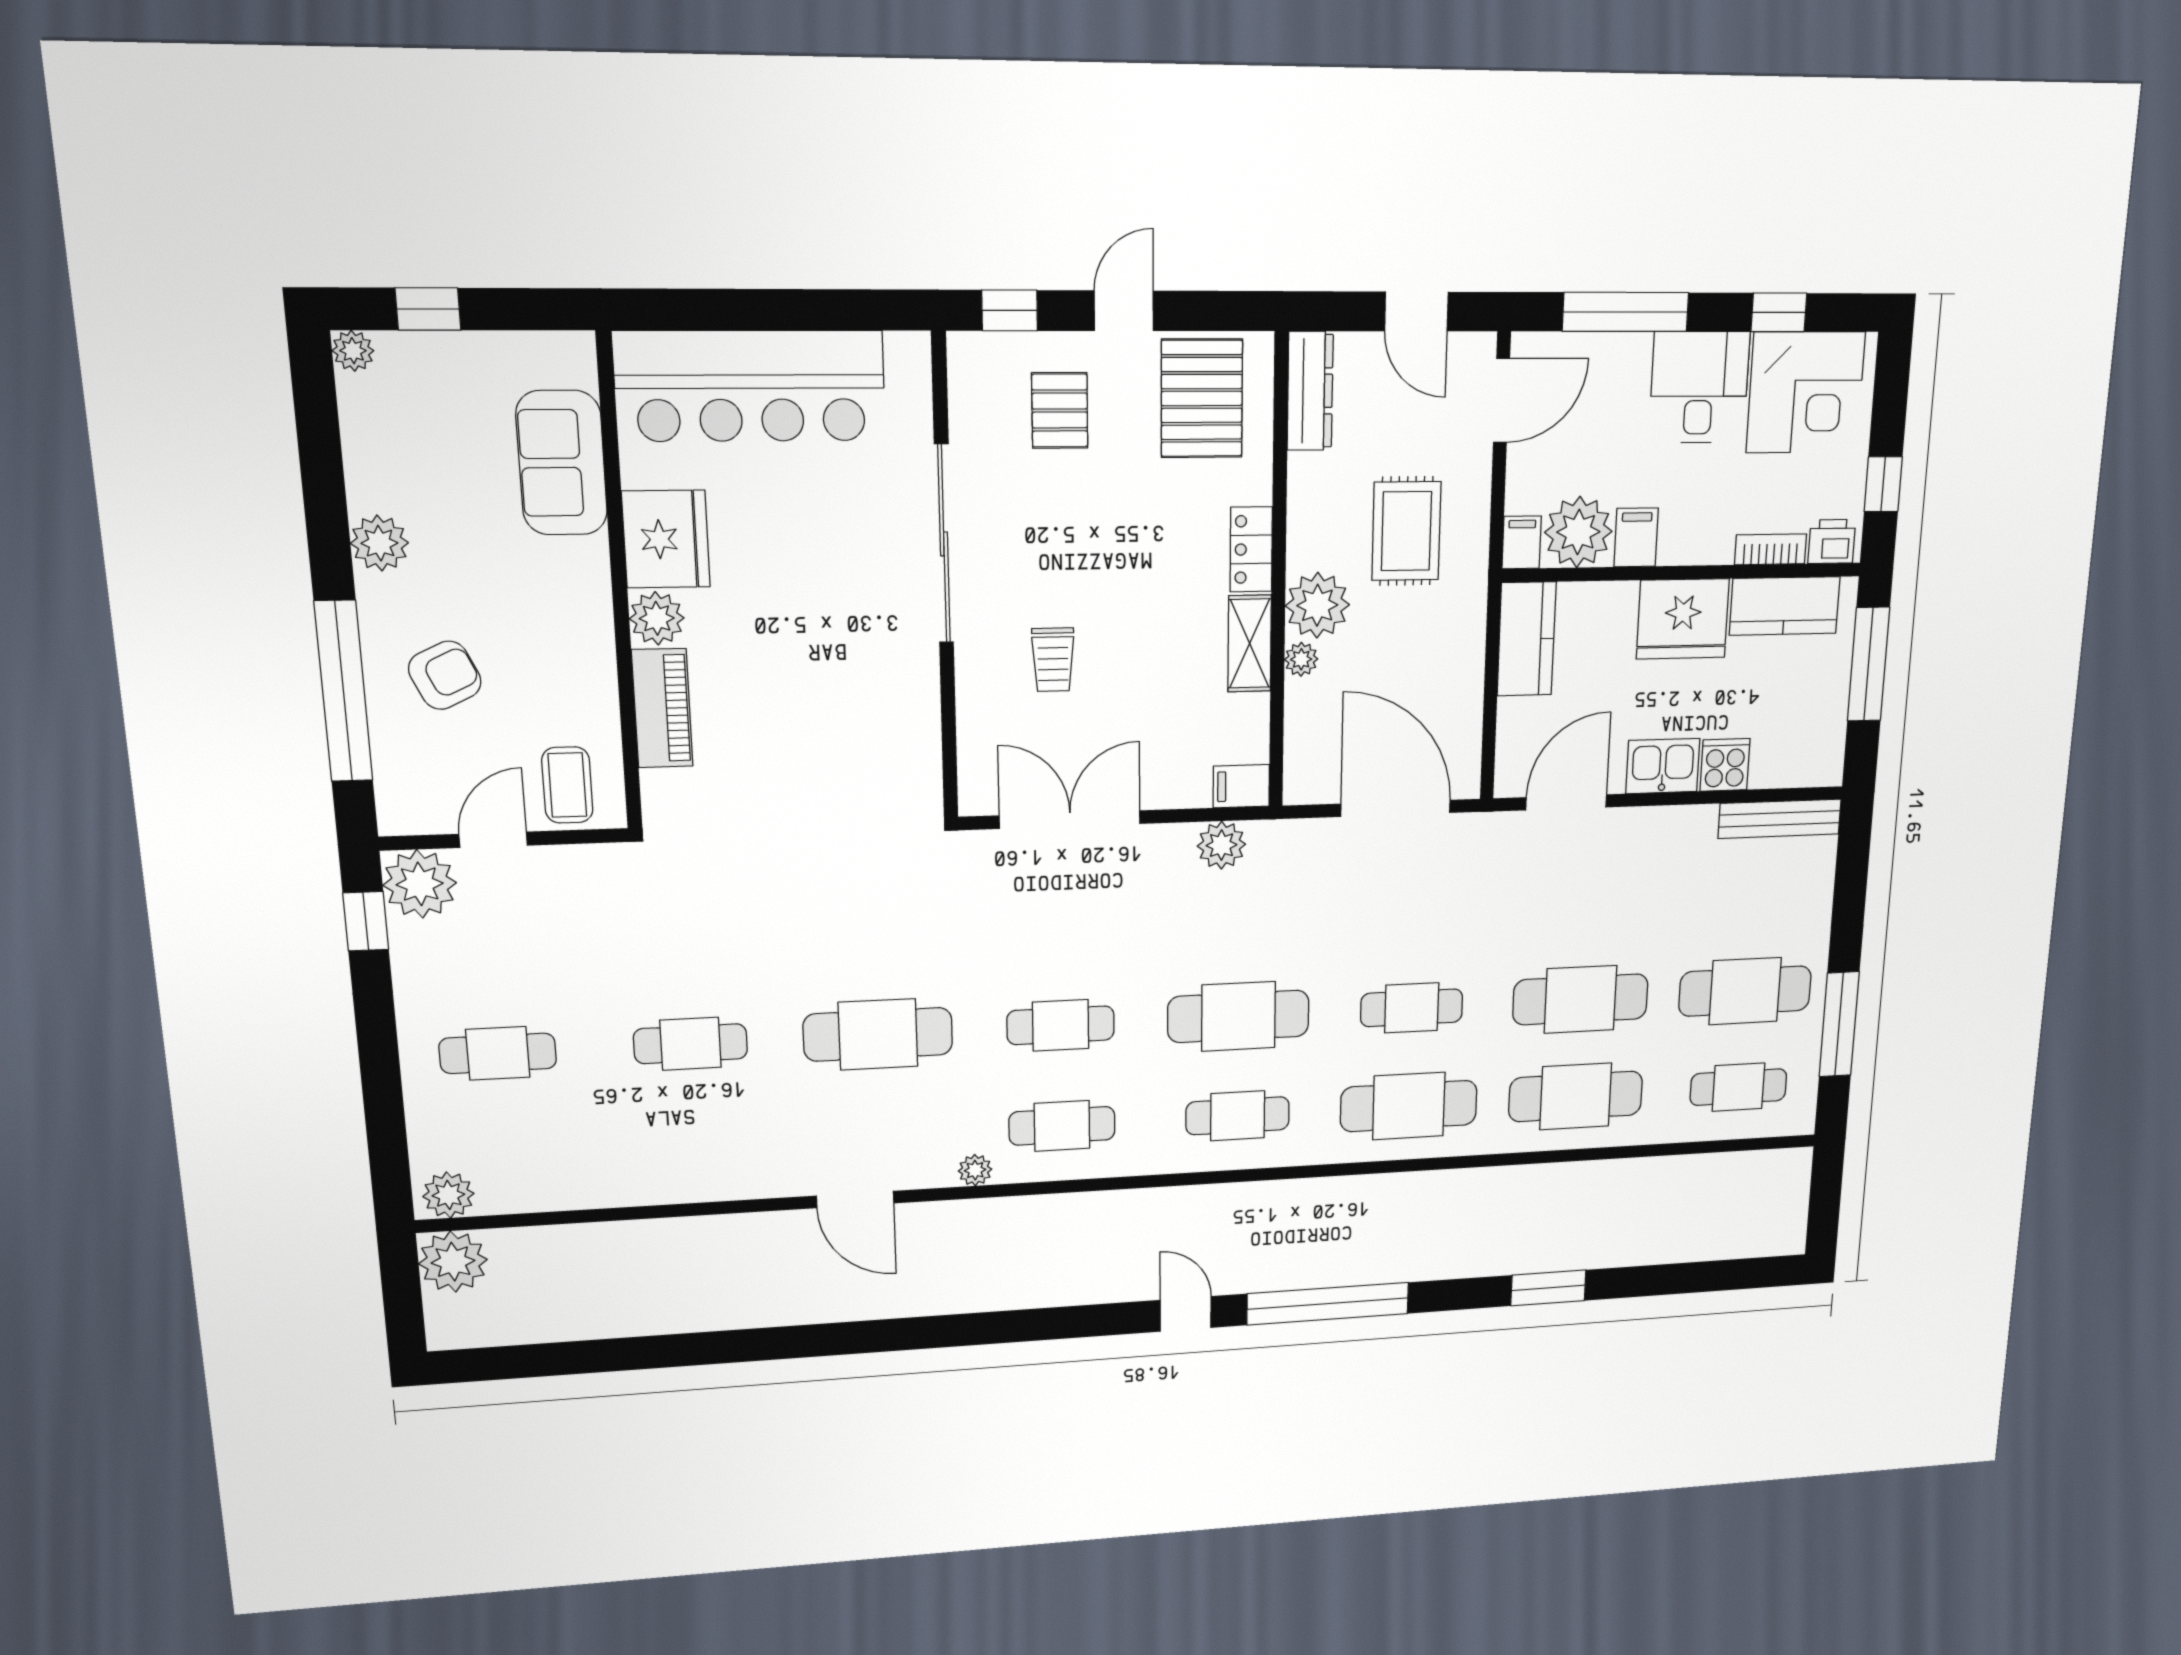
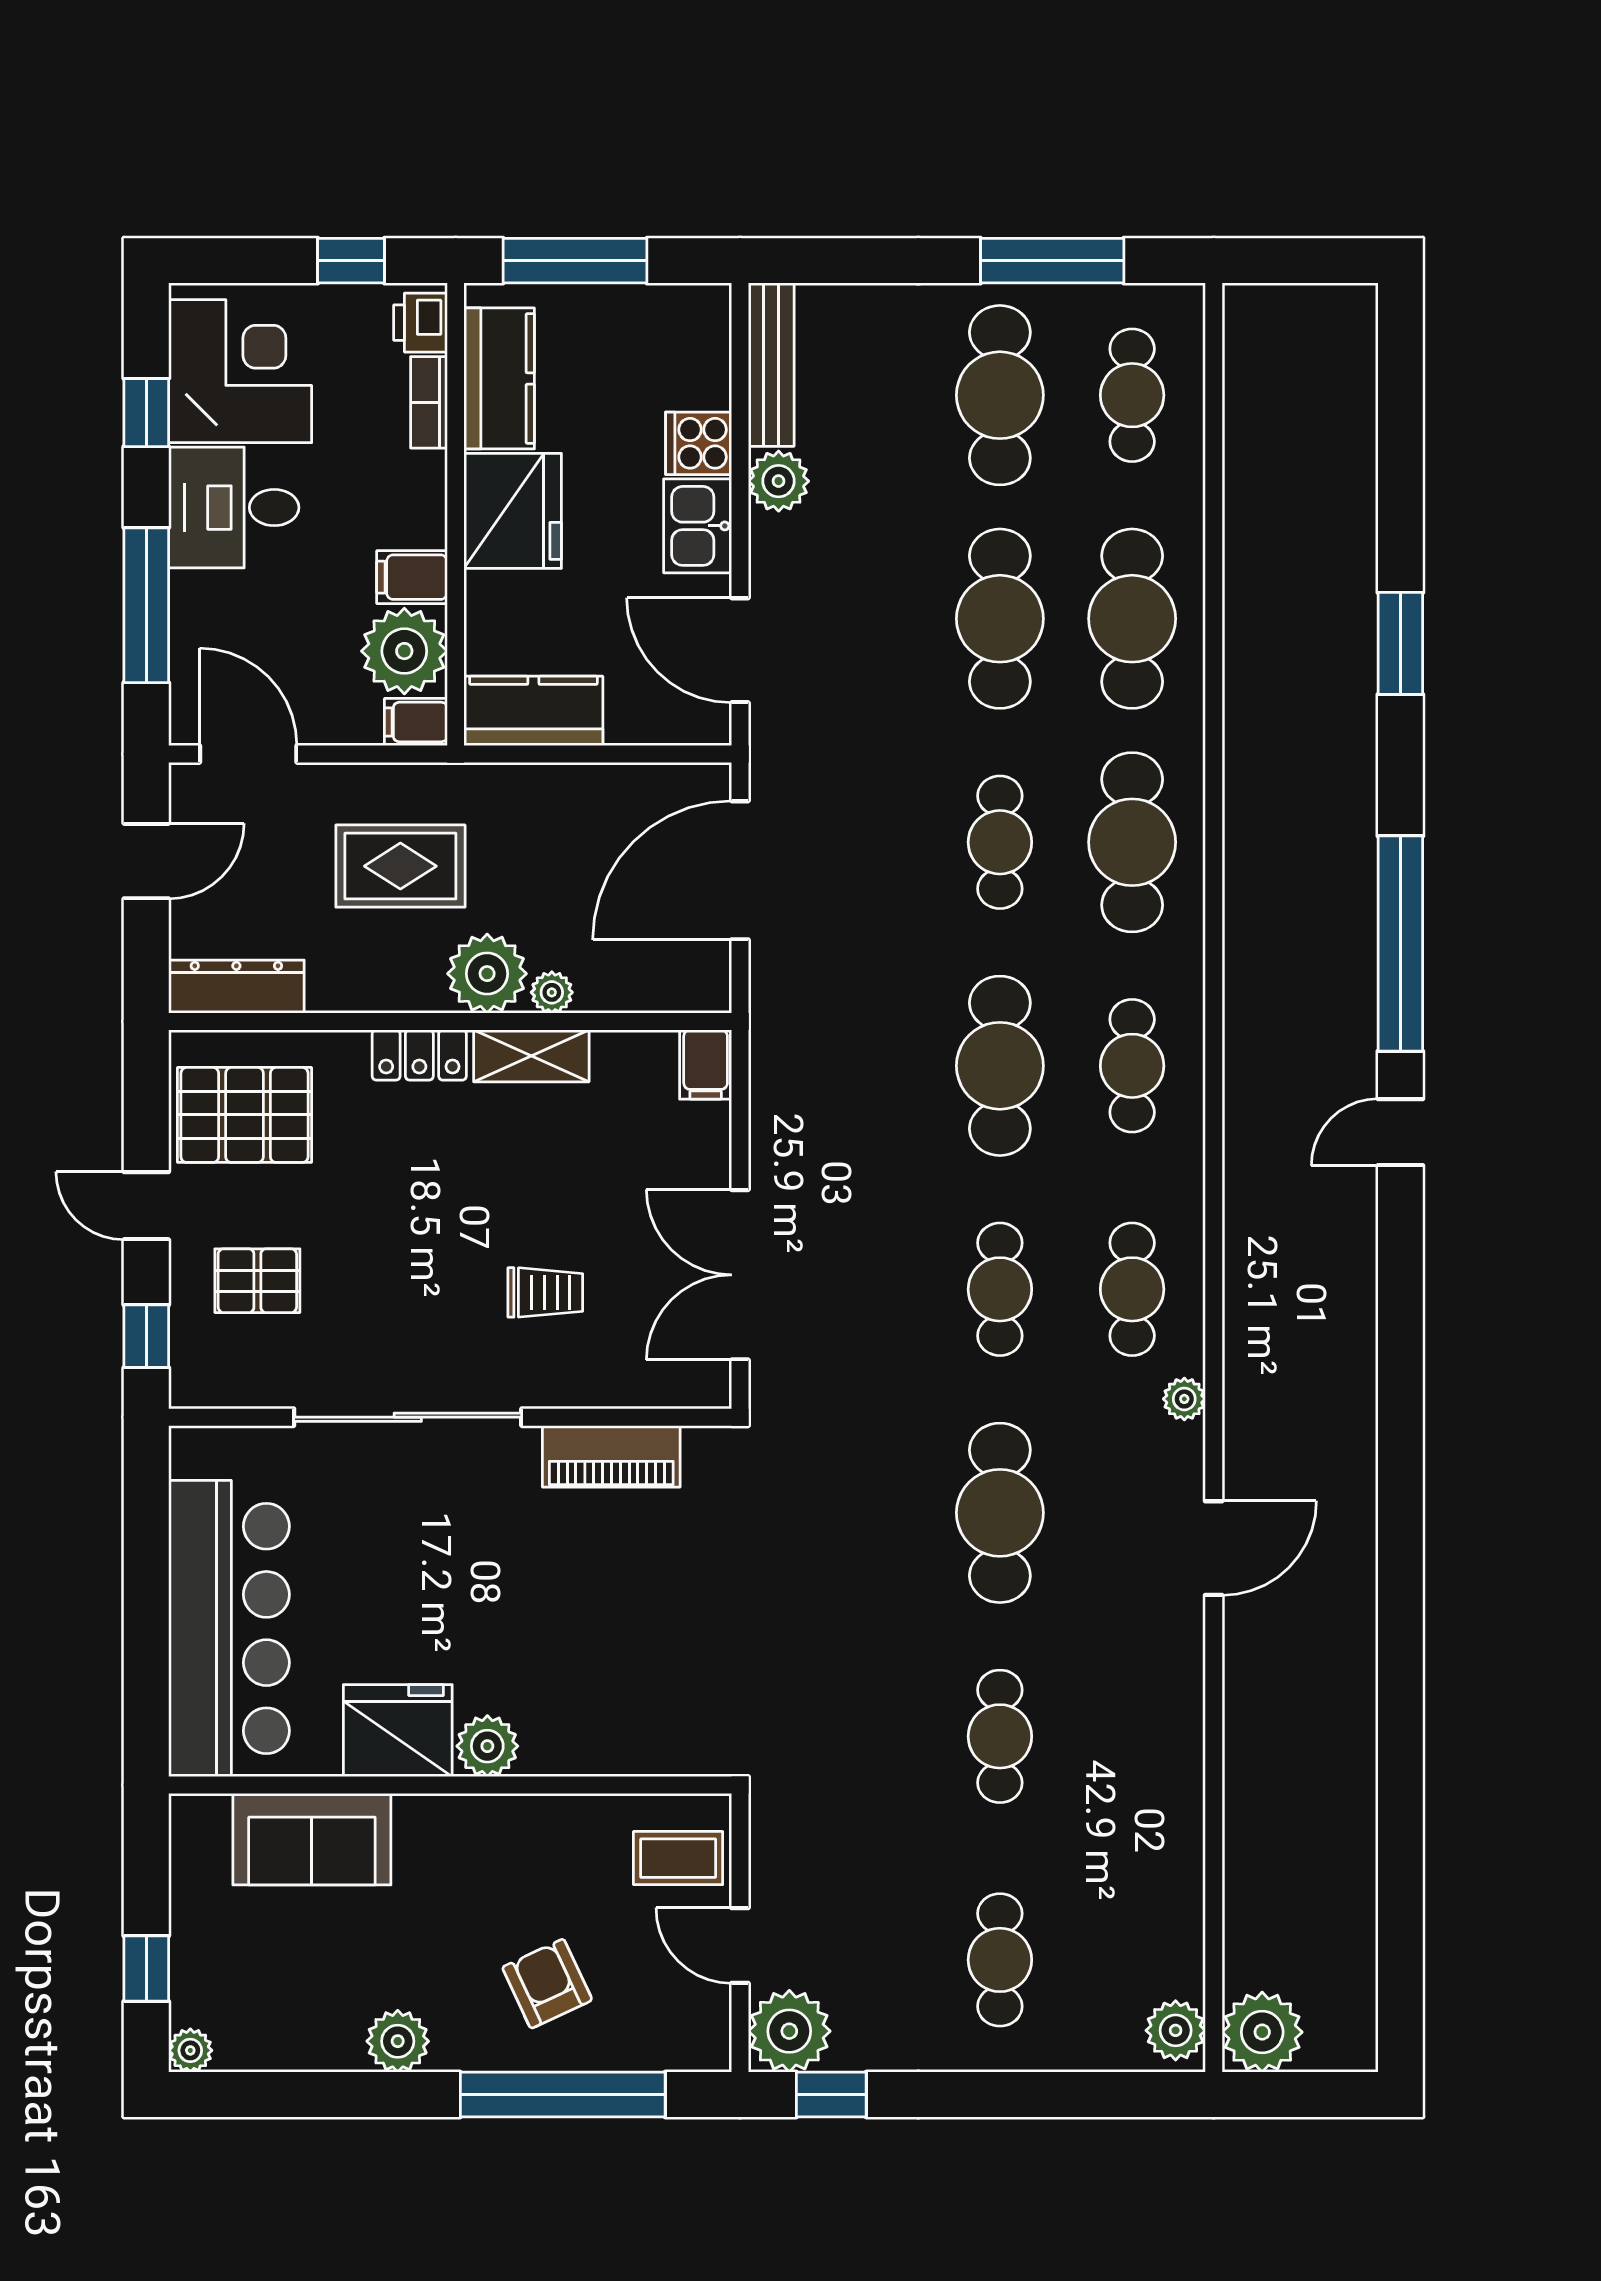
piano: (662, 708) -> (611, 1456), moved, turned 180
plant: (1221, 845) -> (779, 481), moved

